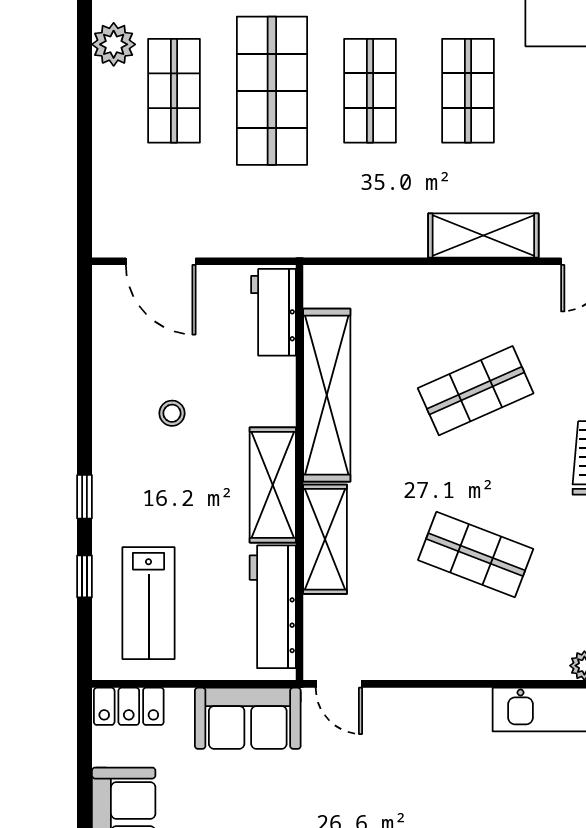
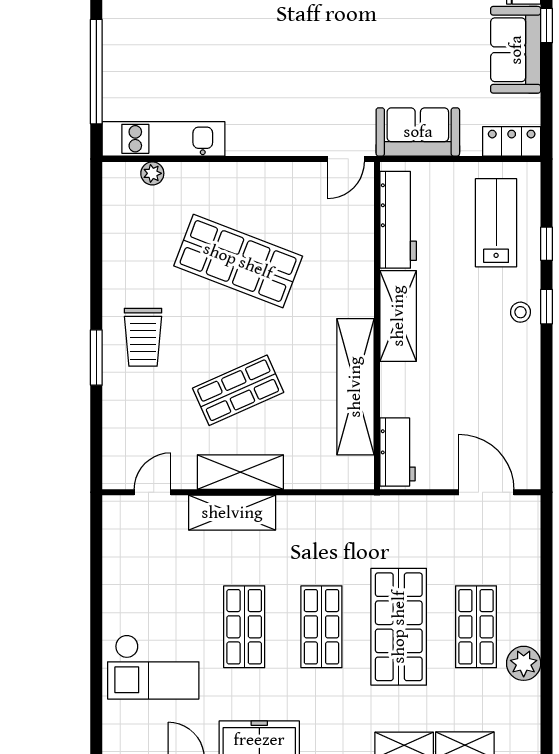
stool: (172, 413) -> (521, 312), moved
shelving: (325, 539) -> (240, 472), moved, turned 90
shop shelf: (476, 555) -> (238, 261), width x1.43, depth x1.36
door: (339, 684) -> (346, 159), swing flipped

